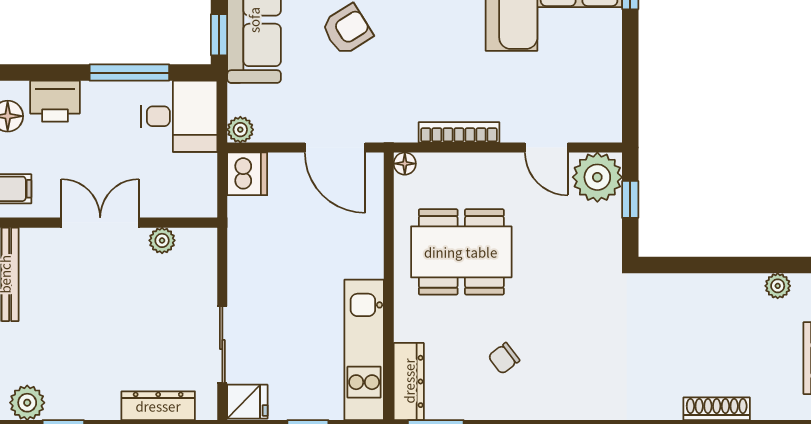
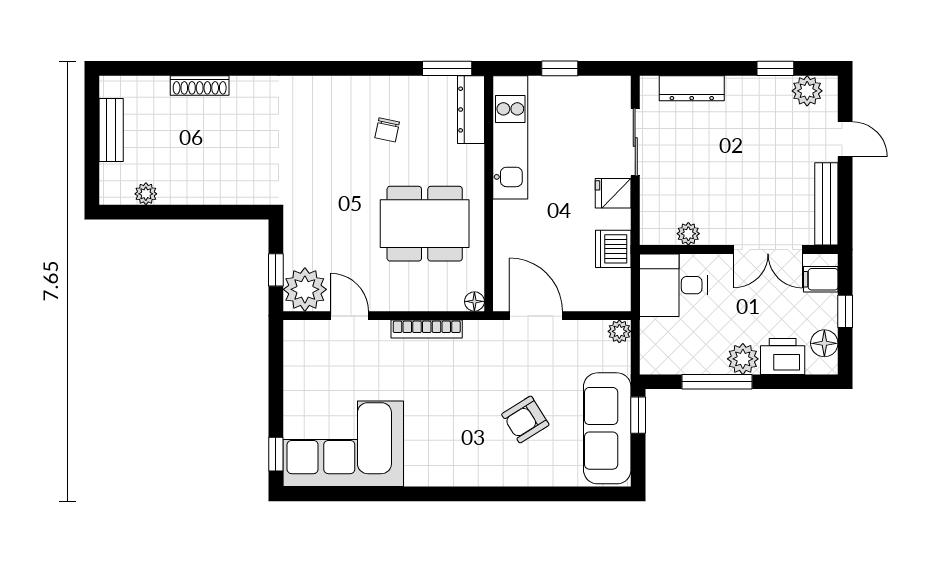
plant: (100, 98) -> (743, 359), added
desk: (179, 116) -> (673, 285), moved
dishwasher: (247, 174) -> (613, 249), moved
double door: (100, 223) -> (768, 249), moved
chair: (504, 358) -> (387, 130), turned 139
fridge: (247, 402) -> (613, 193), moved

